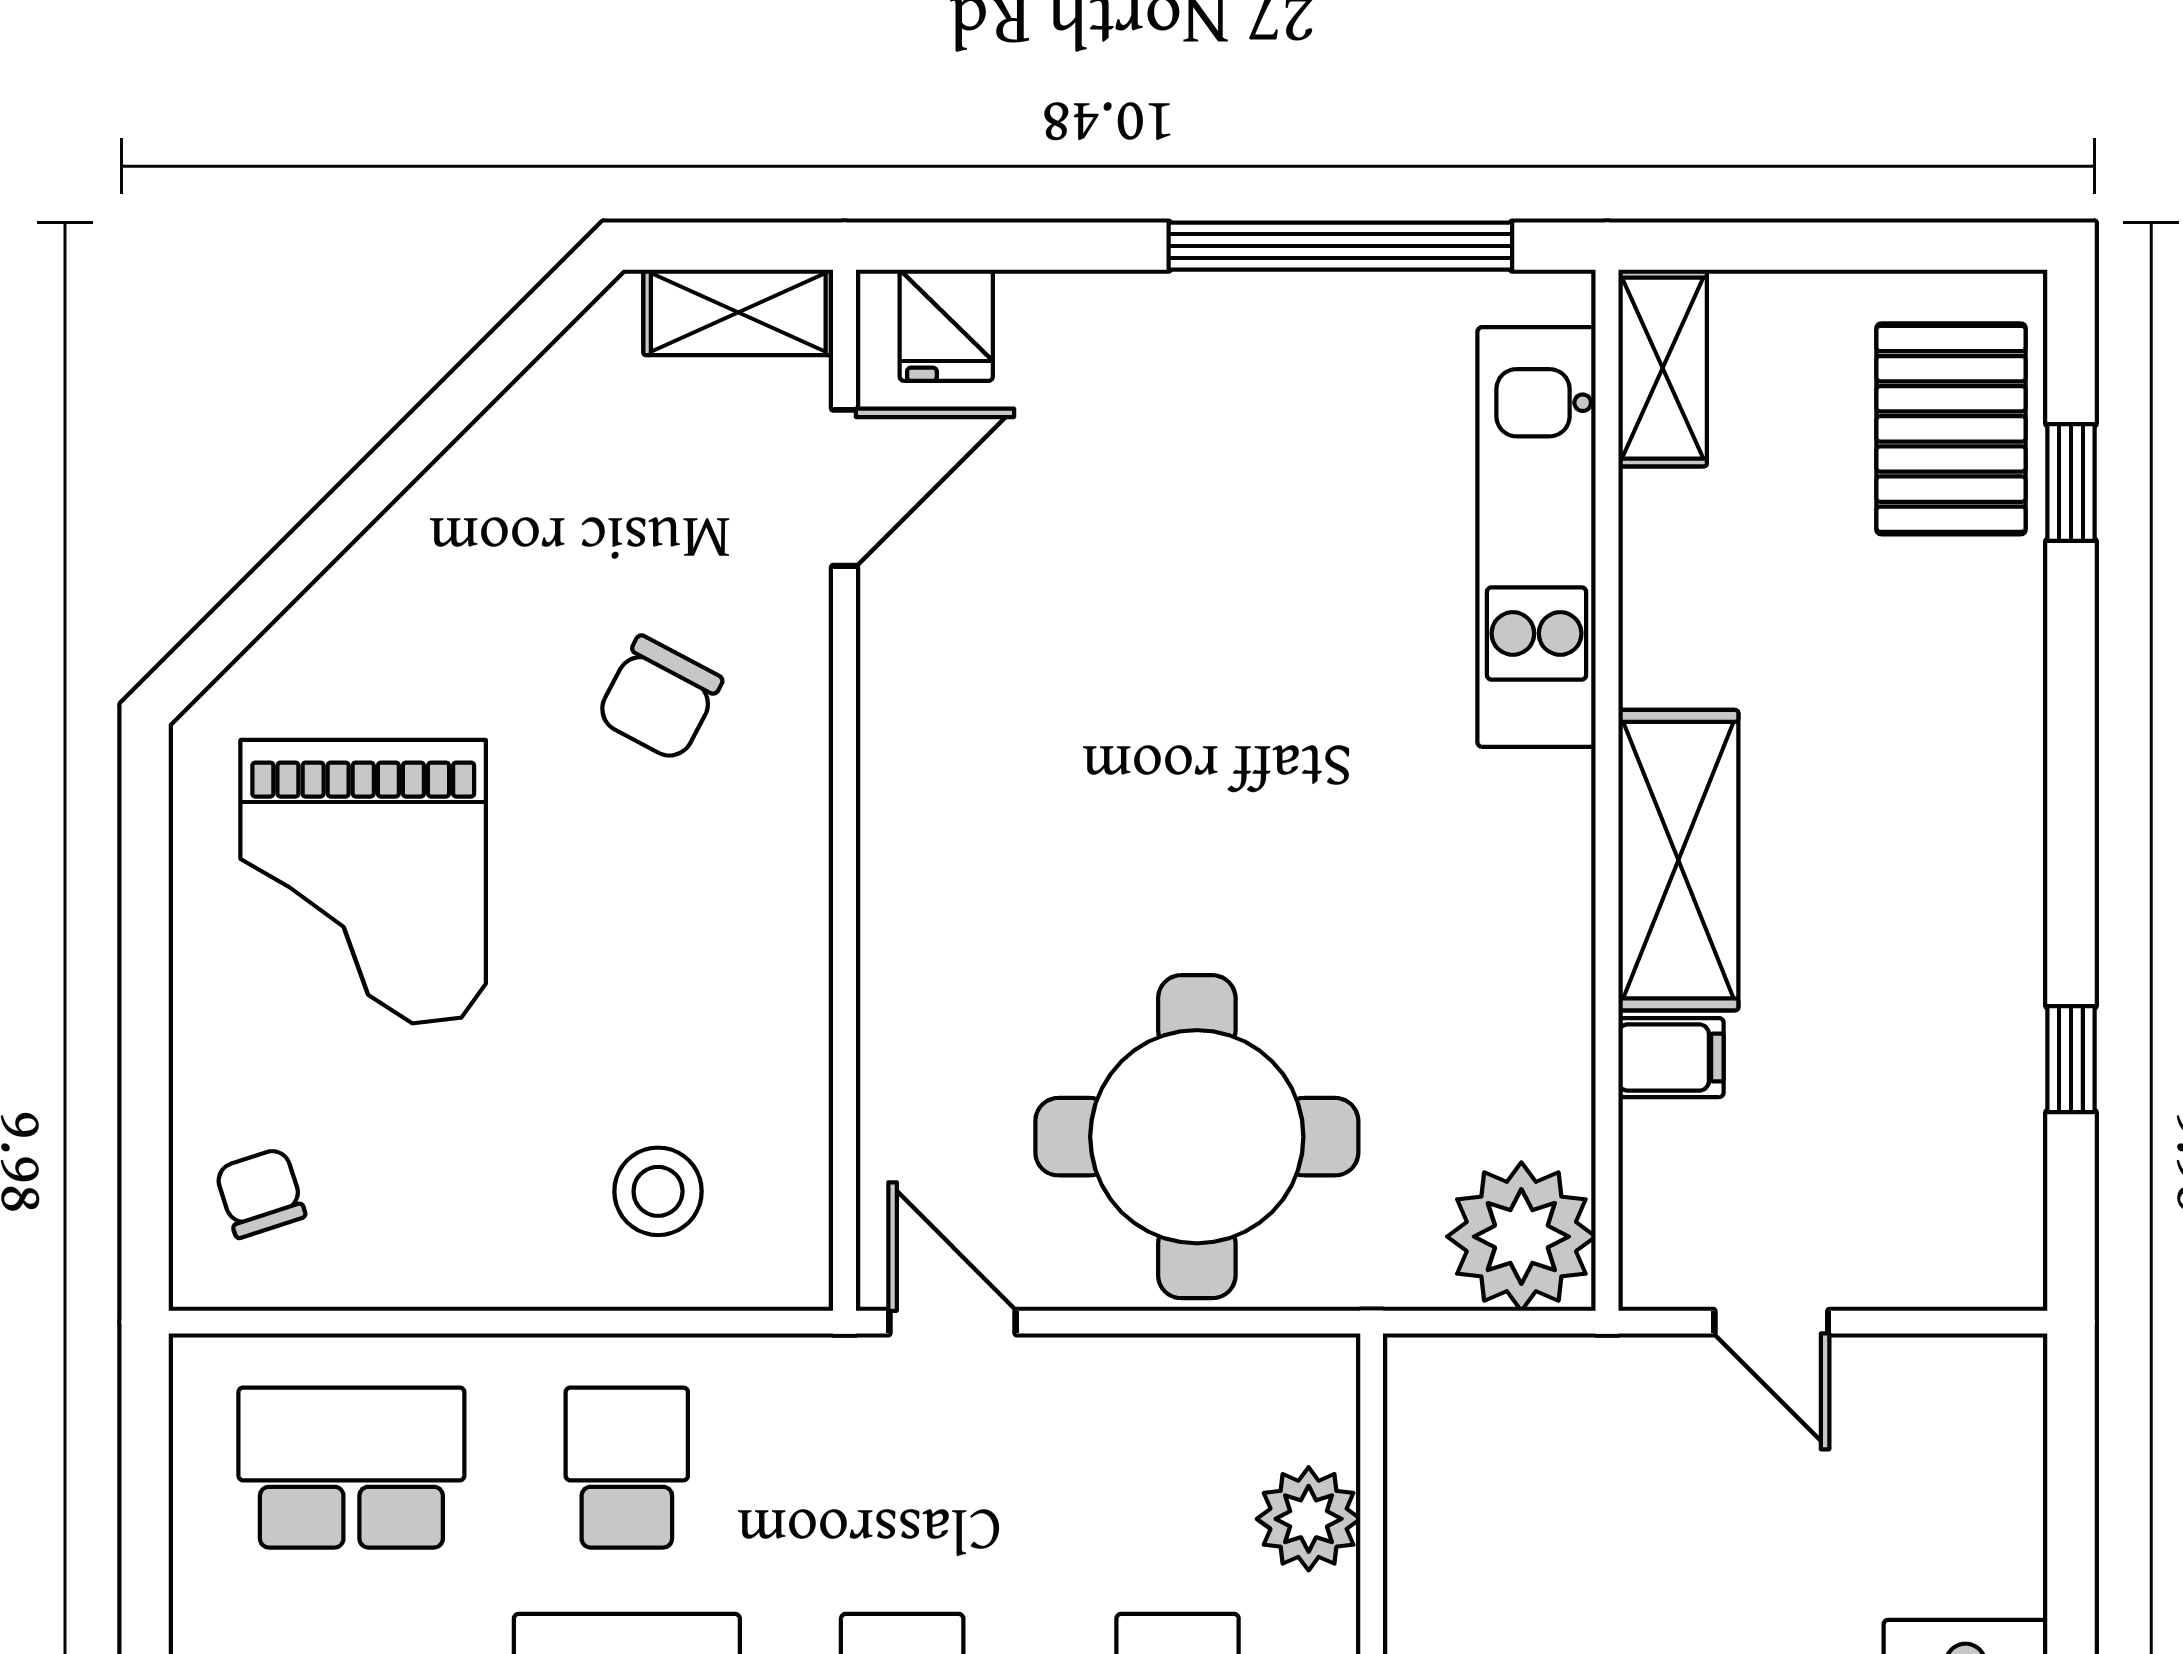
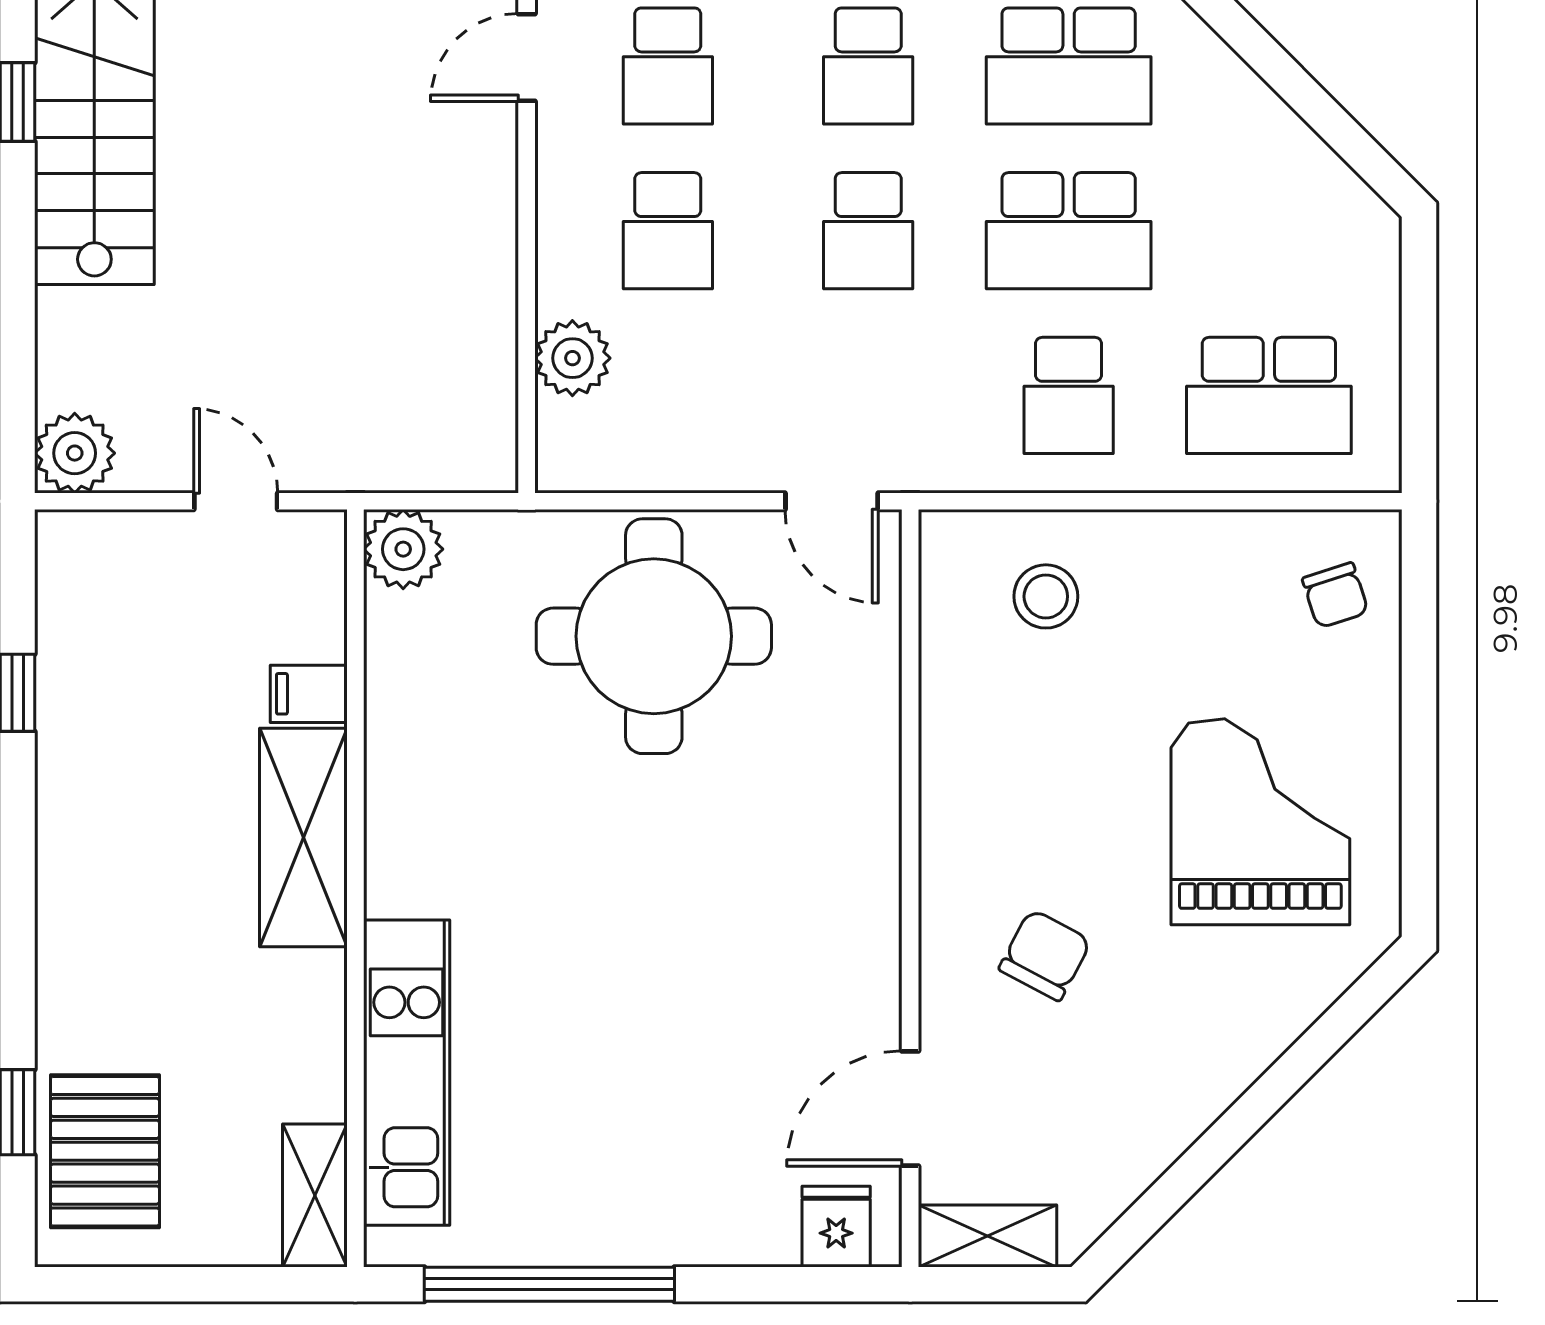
plant: (1521, 1237) -> (403, 549), width x0.73, depth x0.73
plant: (1993, 1388) -> (75, 453), added

